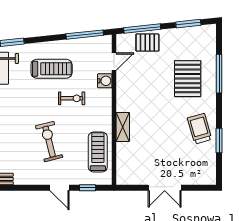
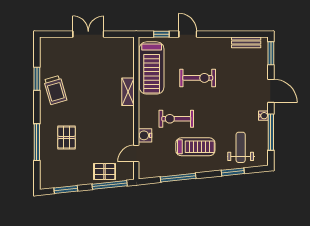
window: (85, 35) -> (178, 178), moved
treadmill: (52, 69) -> (195, 147), turned 180
pallet: (188, 79) -> (66, 137), width x0.67, depth x0.71
exercise bike: (72, 98) -> (176, 119), width x1.38, depth x1.39
exercise bike: (49, 142) -> (198, 78), turned -76
treadmill: (98, 152) -> (152, 68), width x1.37, depth x1.38

